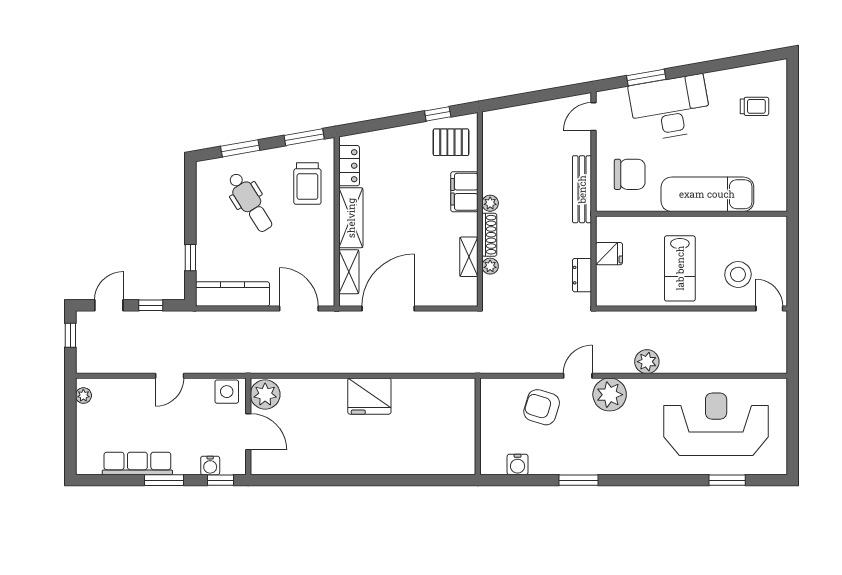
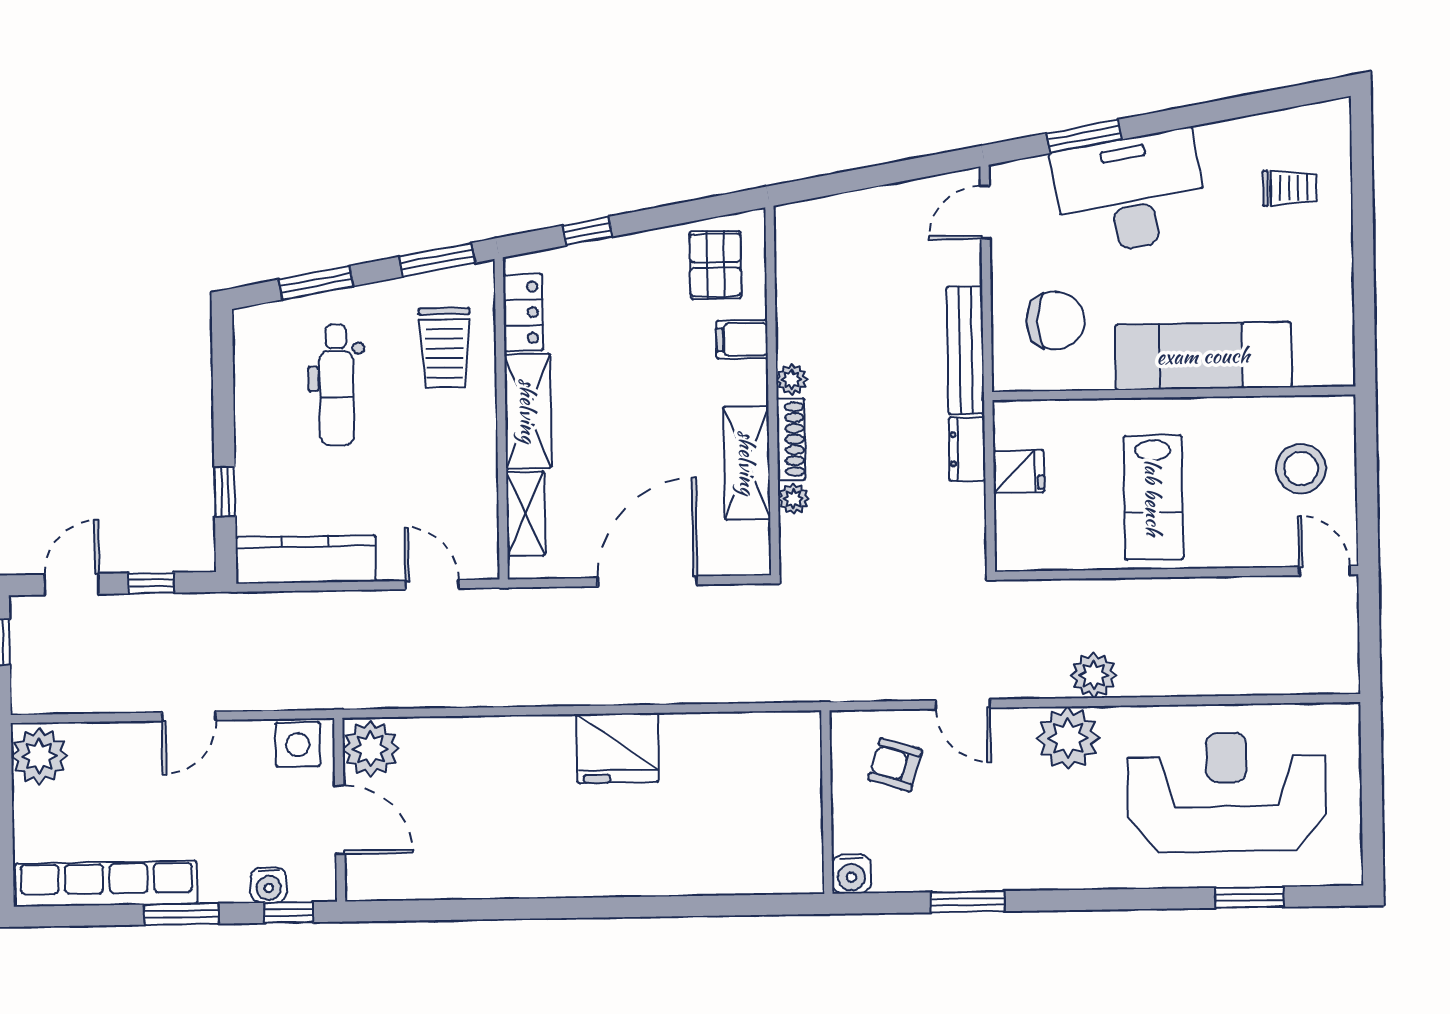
window: (438, 114) -> (588, 231), moved
pallet: (451, 142) -> (716, 265), turned 90
filing cabinet: (464, 192) -> (742, 339), width x0.50
dental chair: (250, 202) -> (337, 385), turned 32
shelving: (469, 257) -> (747, 463), width x1.50, depth x1.33
stool: (738, 274) -> (1301, 469), moved
dresser: (582, 275) -> (967, 449), moved
door: (299, 308) -> (432, 585), width x0.73
door: (388, 308) -> (647, 581), moved
door: (578, 376) -> (963, 704), swing flipped
plant: (610, 395) -> (1068, 738), moved
plant: (83, 396) -> (39, 756), width x1.88, depth x1.88
fridge: (369, 396) -> (618, 748), moved
armchair: (542, 407) -> (895, 765), width x0.72, depth x0.72
wall: (478, 426) -> (827, 802), moved
row of seats: (137, 463) -> (106, 884), width x1.36

